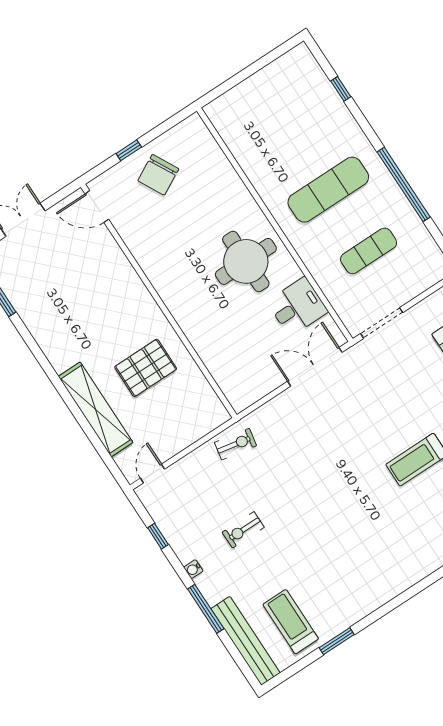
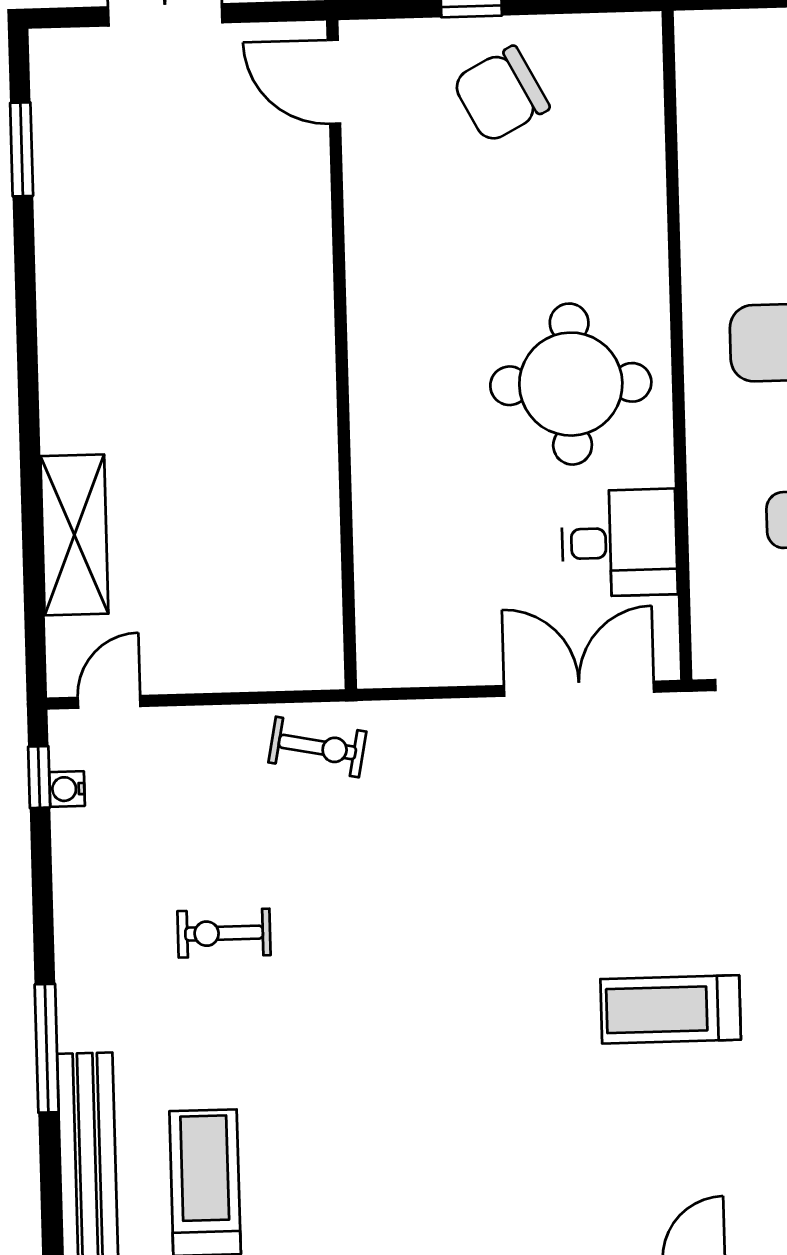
pallet: (146, 368) -> (229, 476), removed
shelving: (96, 409) -> (74, 535), width x0.68
window: (158, 536) -> (39, 777), moved
water cooler: (193, 569) -> (67, 789), moved

